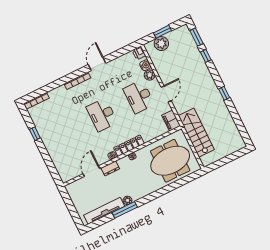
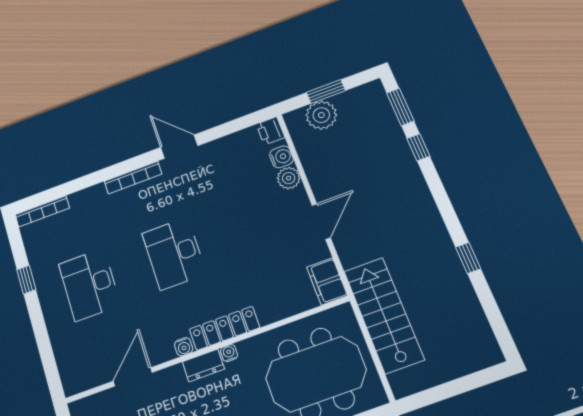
door: (97, 64) -> (179, 147), hinge flipped
window: (224, 93) -> (468, 258), moved
desk: (139, 97) -> (90, 285), moved
dresser: (110, 168) -> (203, 365), moved

